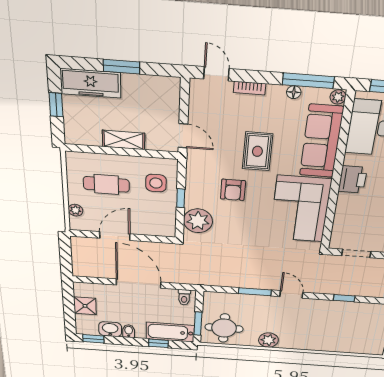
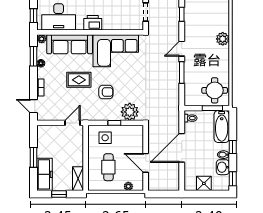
door: (216, 74) -> (34, 106), hinge flipped
window: (308, 81) -> (34, 56), width x0.69
shelving: (124, 140) -> (78, 179), moved
plant: (268, 340) -> (223, 39), moved
window: (158, 343) -> (233, 147), moved

